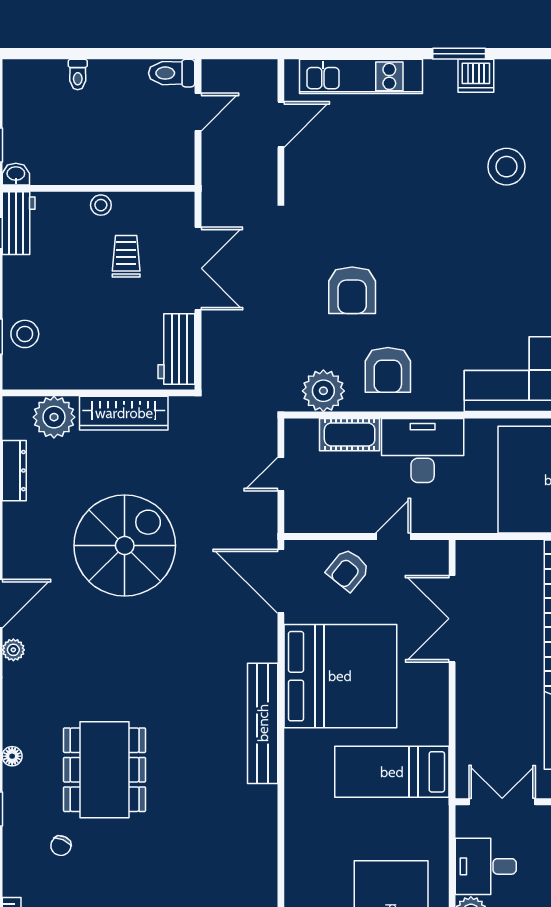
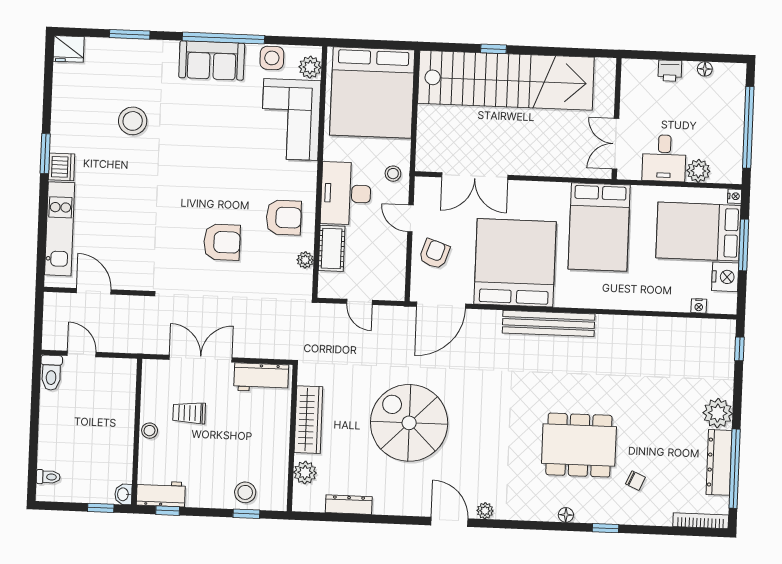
toilet: (78, 74) -> (48, 477), moved
dishwasher: (476, 76) -> (62, 167), moved
plant: (323, 391) -> (305, 260), width x0.53, depth x0.53
plant: (54, 417) -> (305, 473), width x0.73, depth x0.73
stool: (451, 511) -> (393, 174), added
armchair: (348, 570) -> (434, 254), turned -110
bed: (392, 772) -> (599, 227), width x1.50

